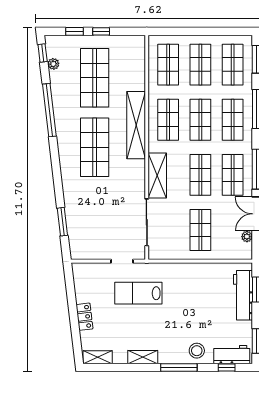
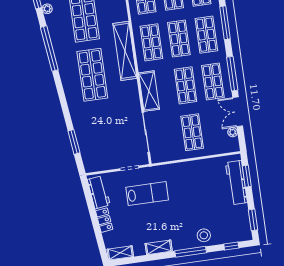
lab bench: (138, 293) -> (147, 194), turned 180
workbench: (232, 355) -> (99, 192), moved, turned 83

